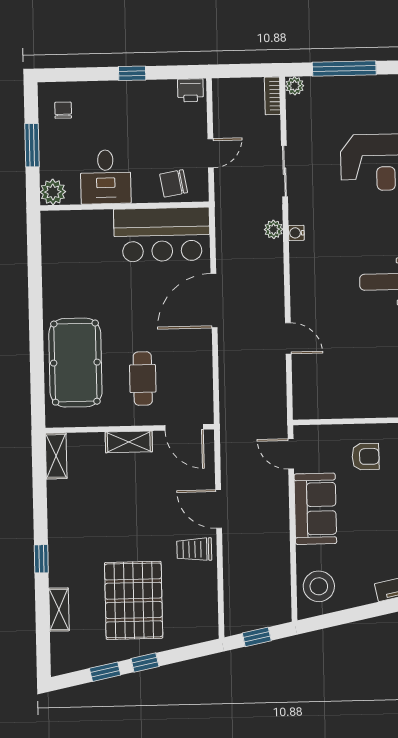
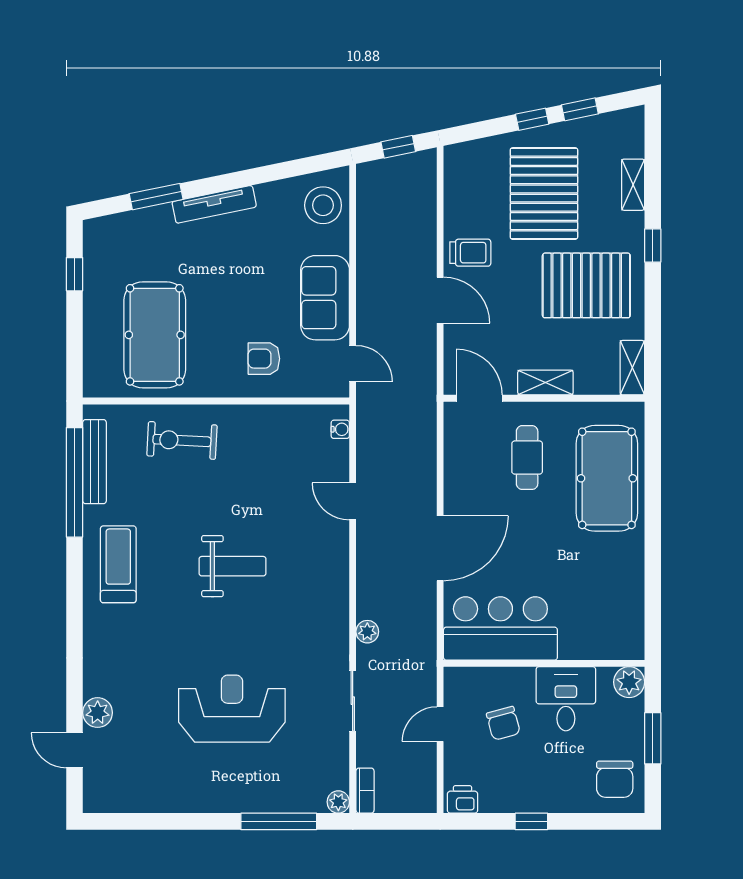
chair: (63, 110) -> (615, 779), width x1.87, depth x1.87
chair: (174, 183) -> (503, 723), moved, turned 85
water cooler: (296, 233) -> (340, 429), moved
pallet: (96, 524) -> (586, 285), added

